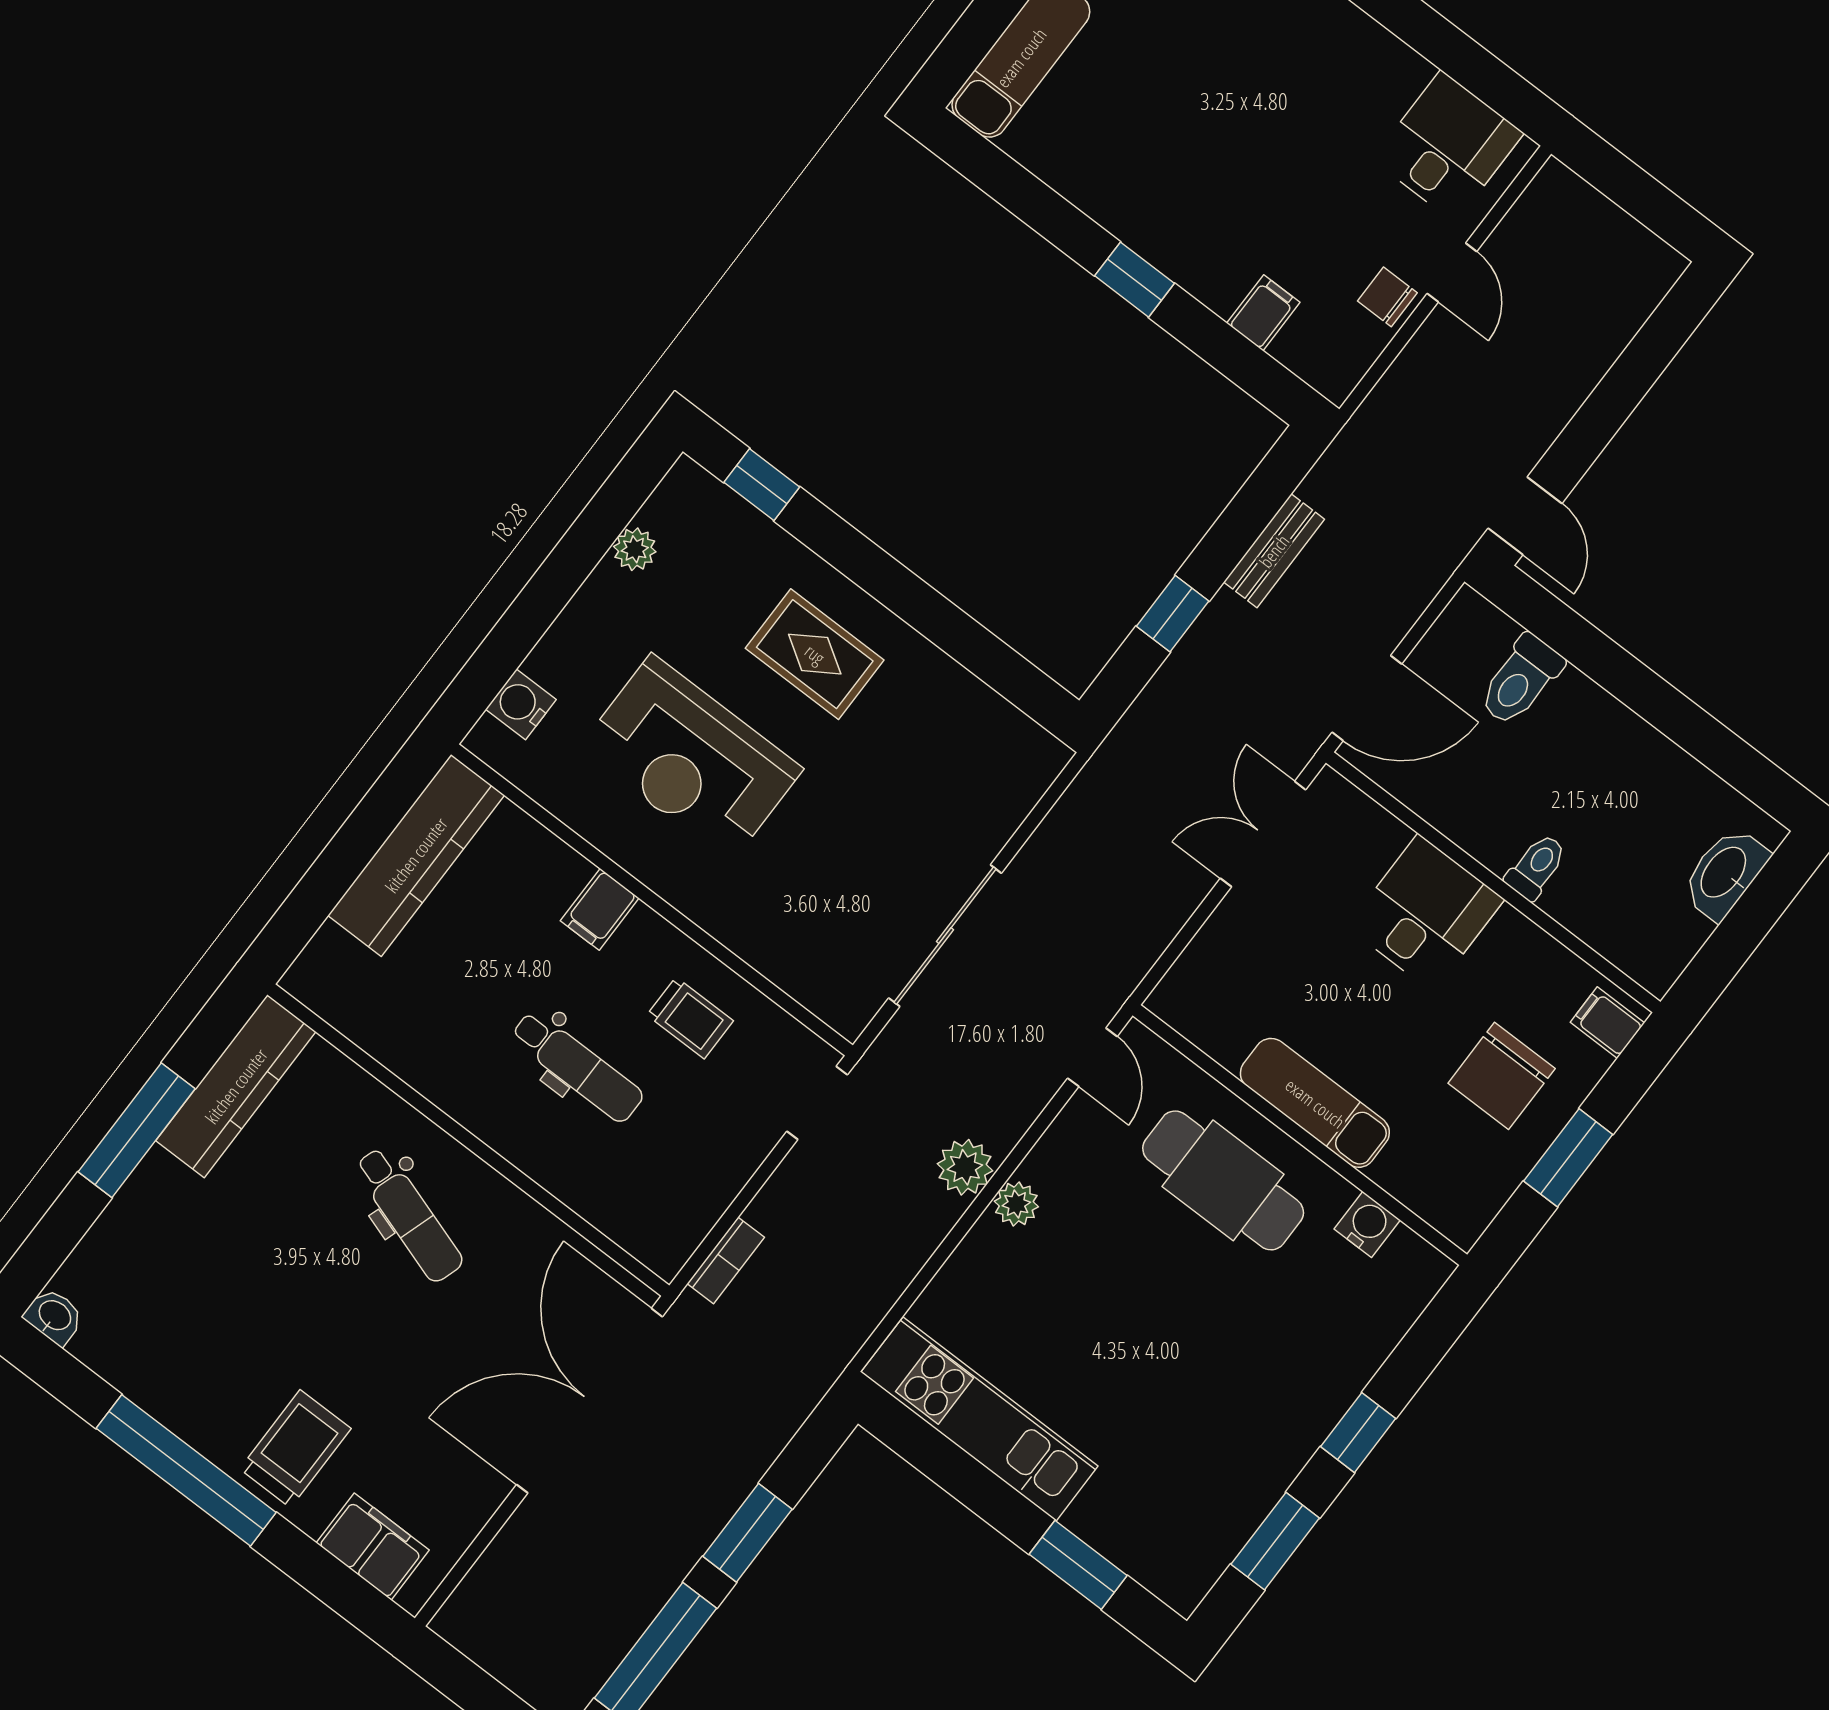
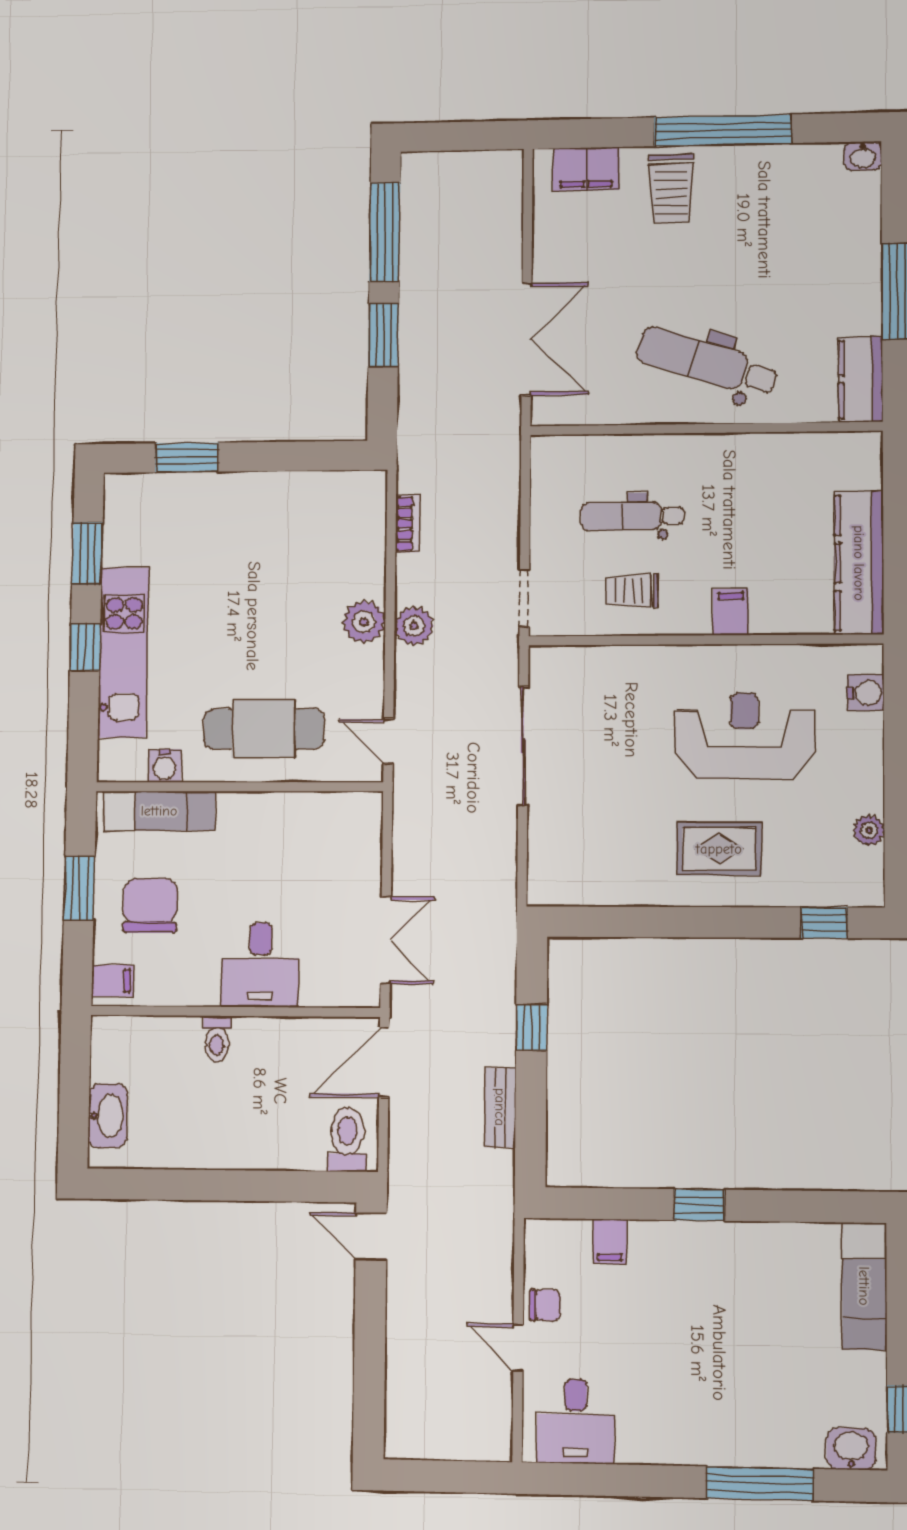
toilet: (1521, 680) -> (347, 1139), moved
dental chair: (577, 1066) -> (632, 516), moved
kitchen counter: (236, 1086) -> (861, 379), width x0.67
exam couch: (1315, 1103) -> (159, 811), moved
plant: (1016, 1204) -> (364, 622), width x1.38, depth x1.38
dental chair: (409, 1215) -> (707, 362), width x1.36, depth x1.38
bookcase: (726, 1260) -> (407, 524), moved, turned 180
double door: (590, 1401) -> (527, 339), width x0.73
kitchen unit: (979, 1419) -> (123, 652), moved, turned -90

